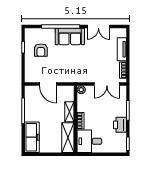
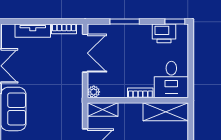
shelving: (69, 112) -> (103, 110), moved
printer: (120, 125) -> (164, 33), moved

